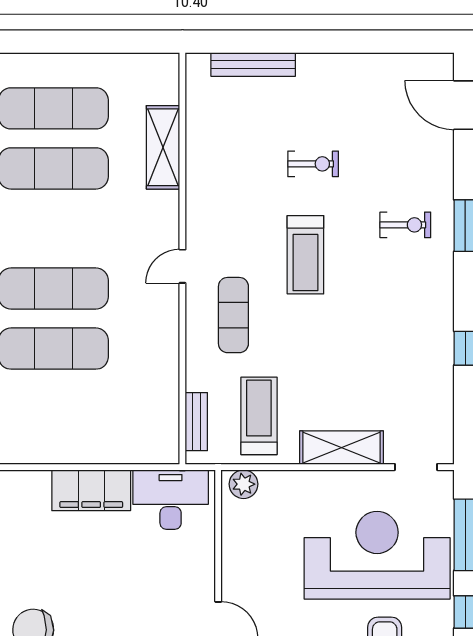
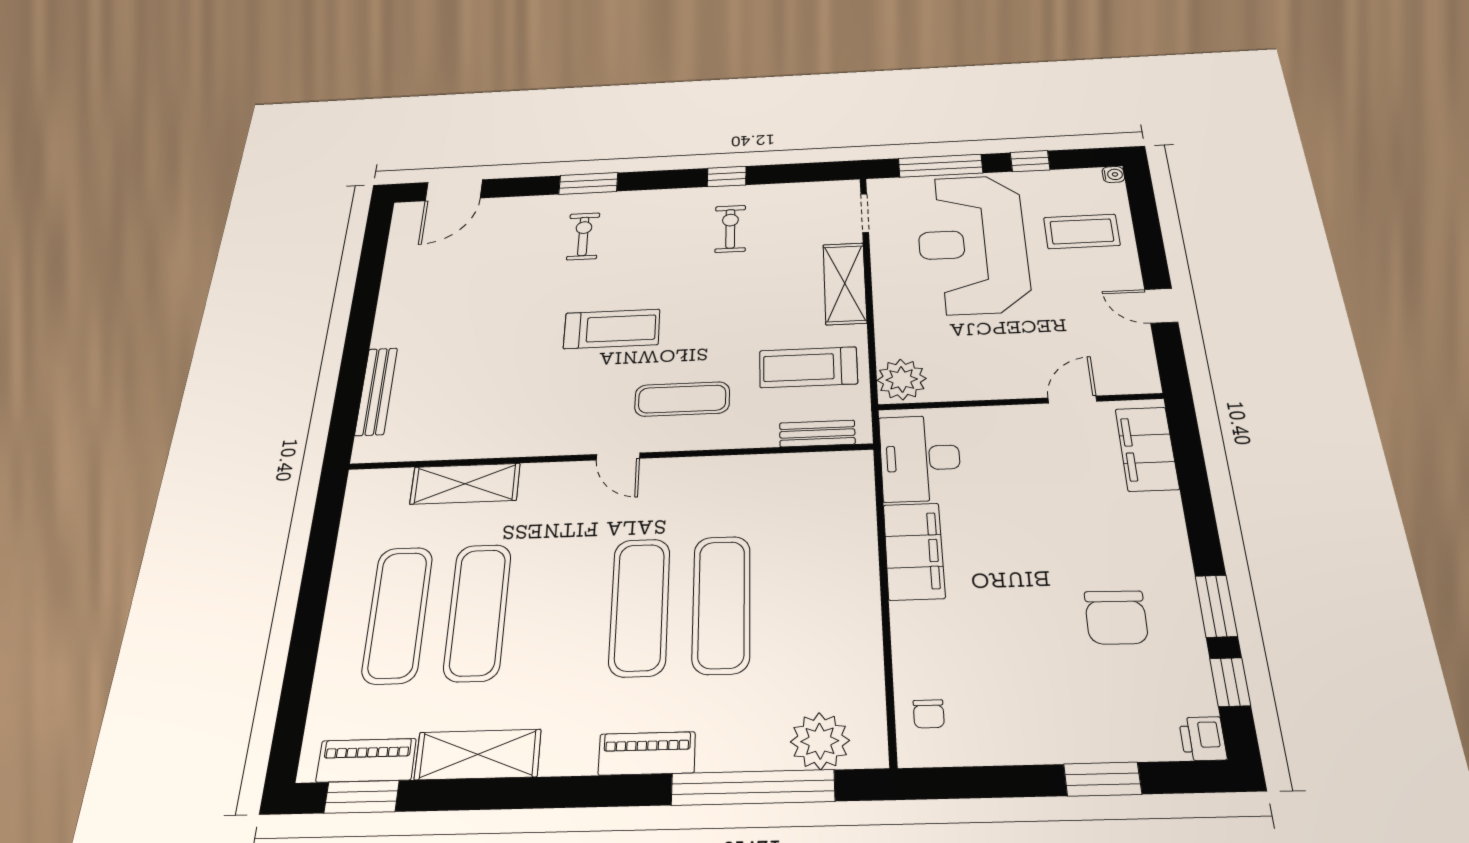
exercise bike: (313, 164) -> (730, 229), moved
plant: (244, 484) -> (902, 379), width x1.36, depth x1.36

